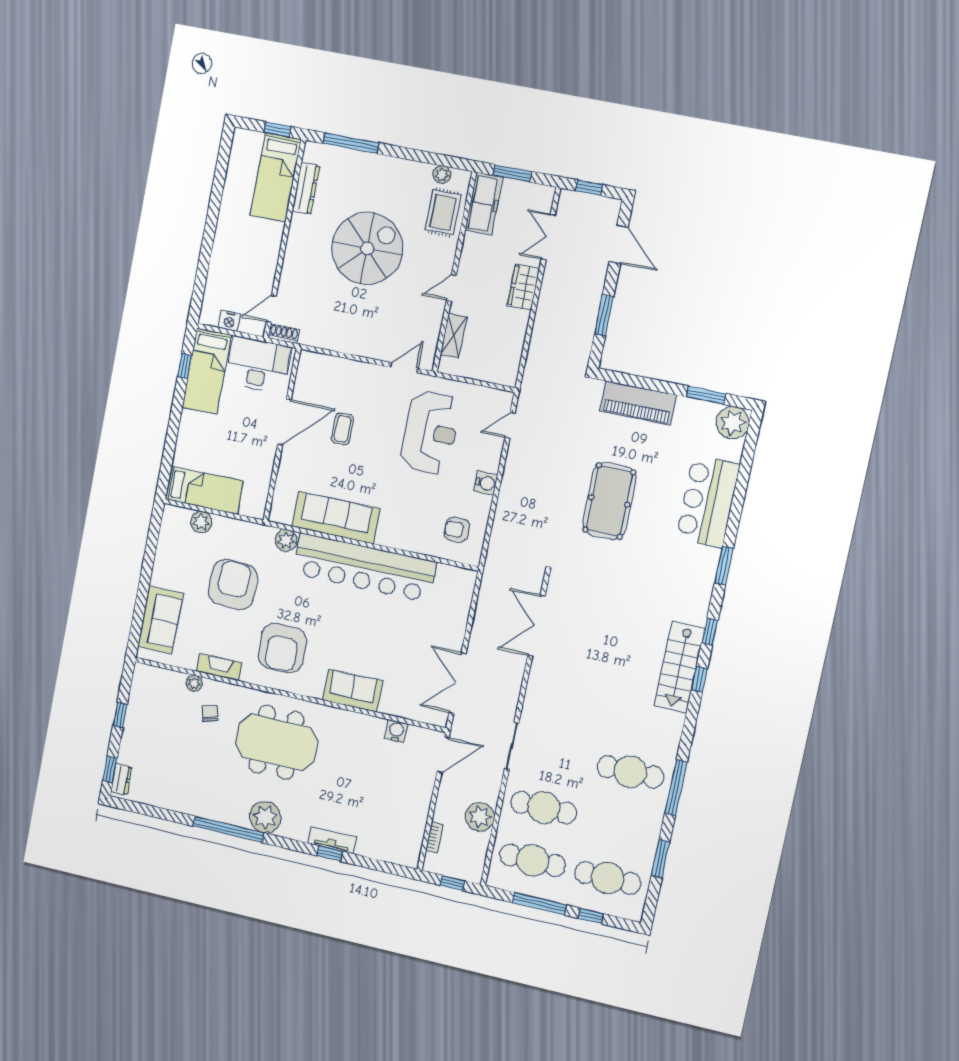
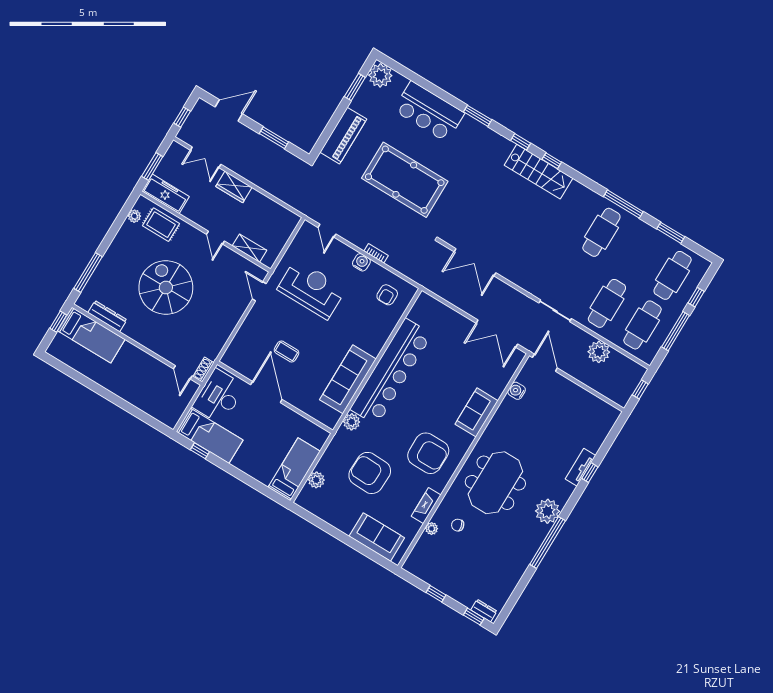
nightstand: (229, 321) -> (180, 406), removed
pool table: (609, 501) -> (405, 180), width x1.36, depth x1.32
bookcase: (434, 837) -> (376, 253), moved

